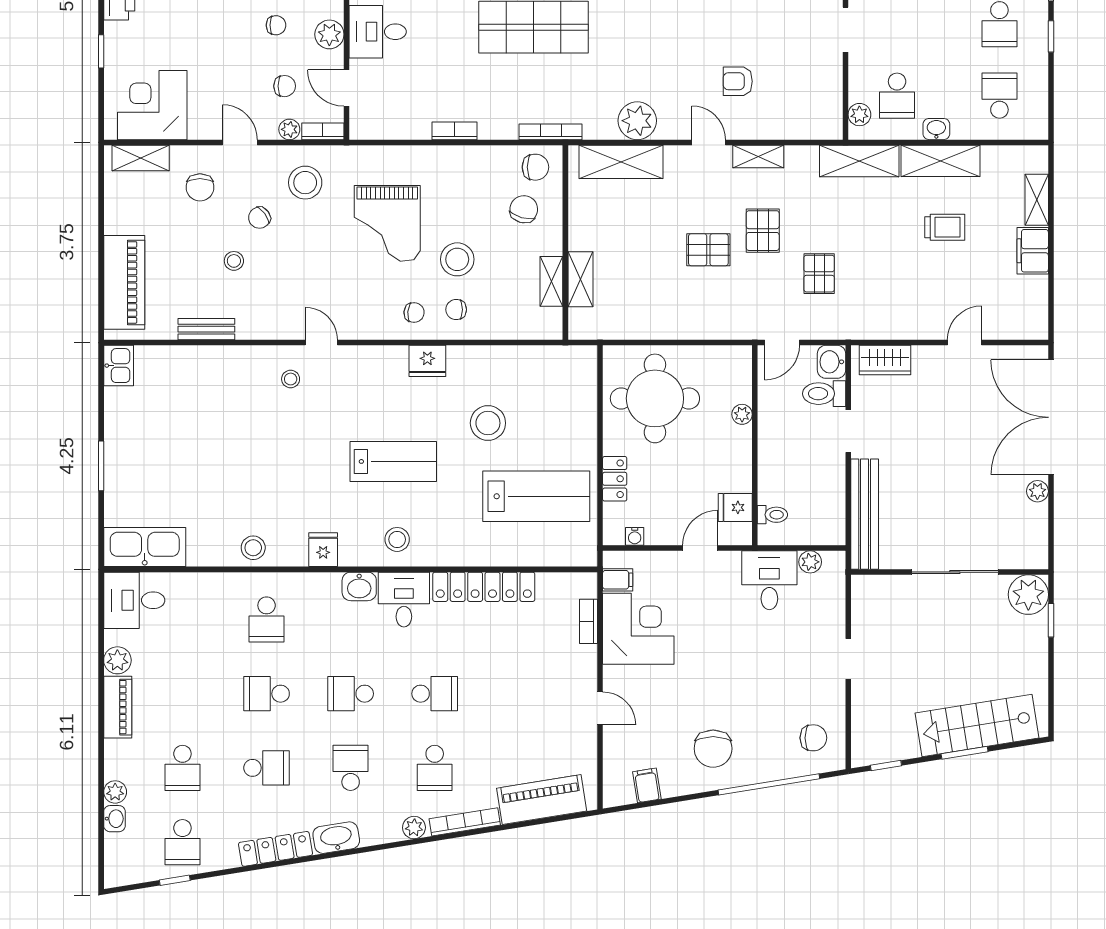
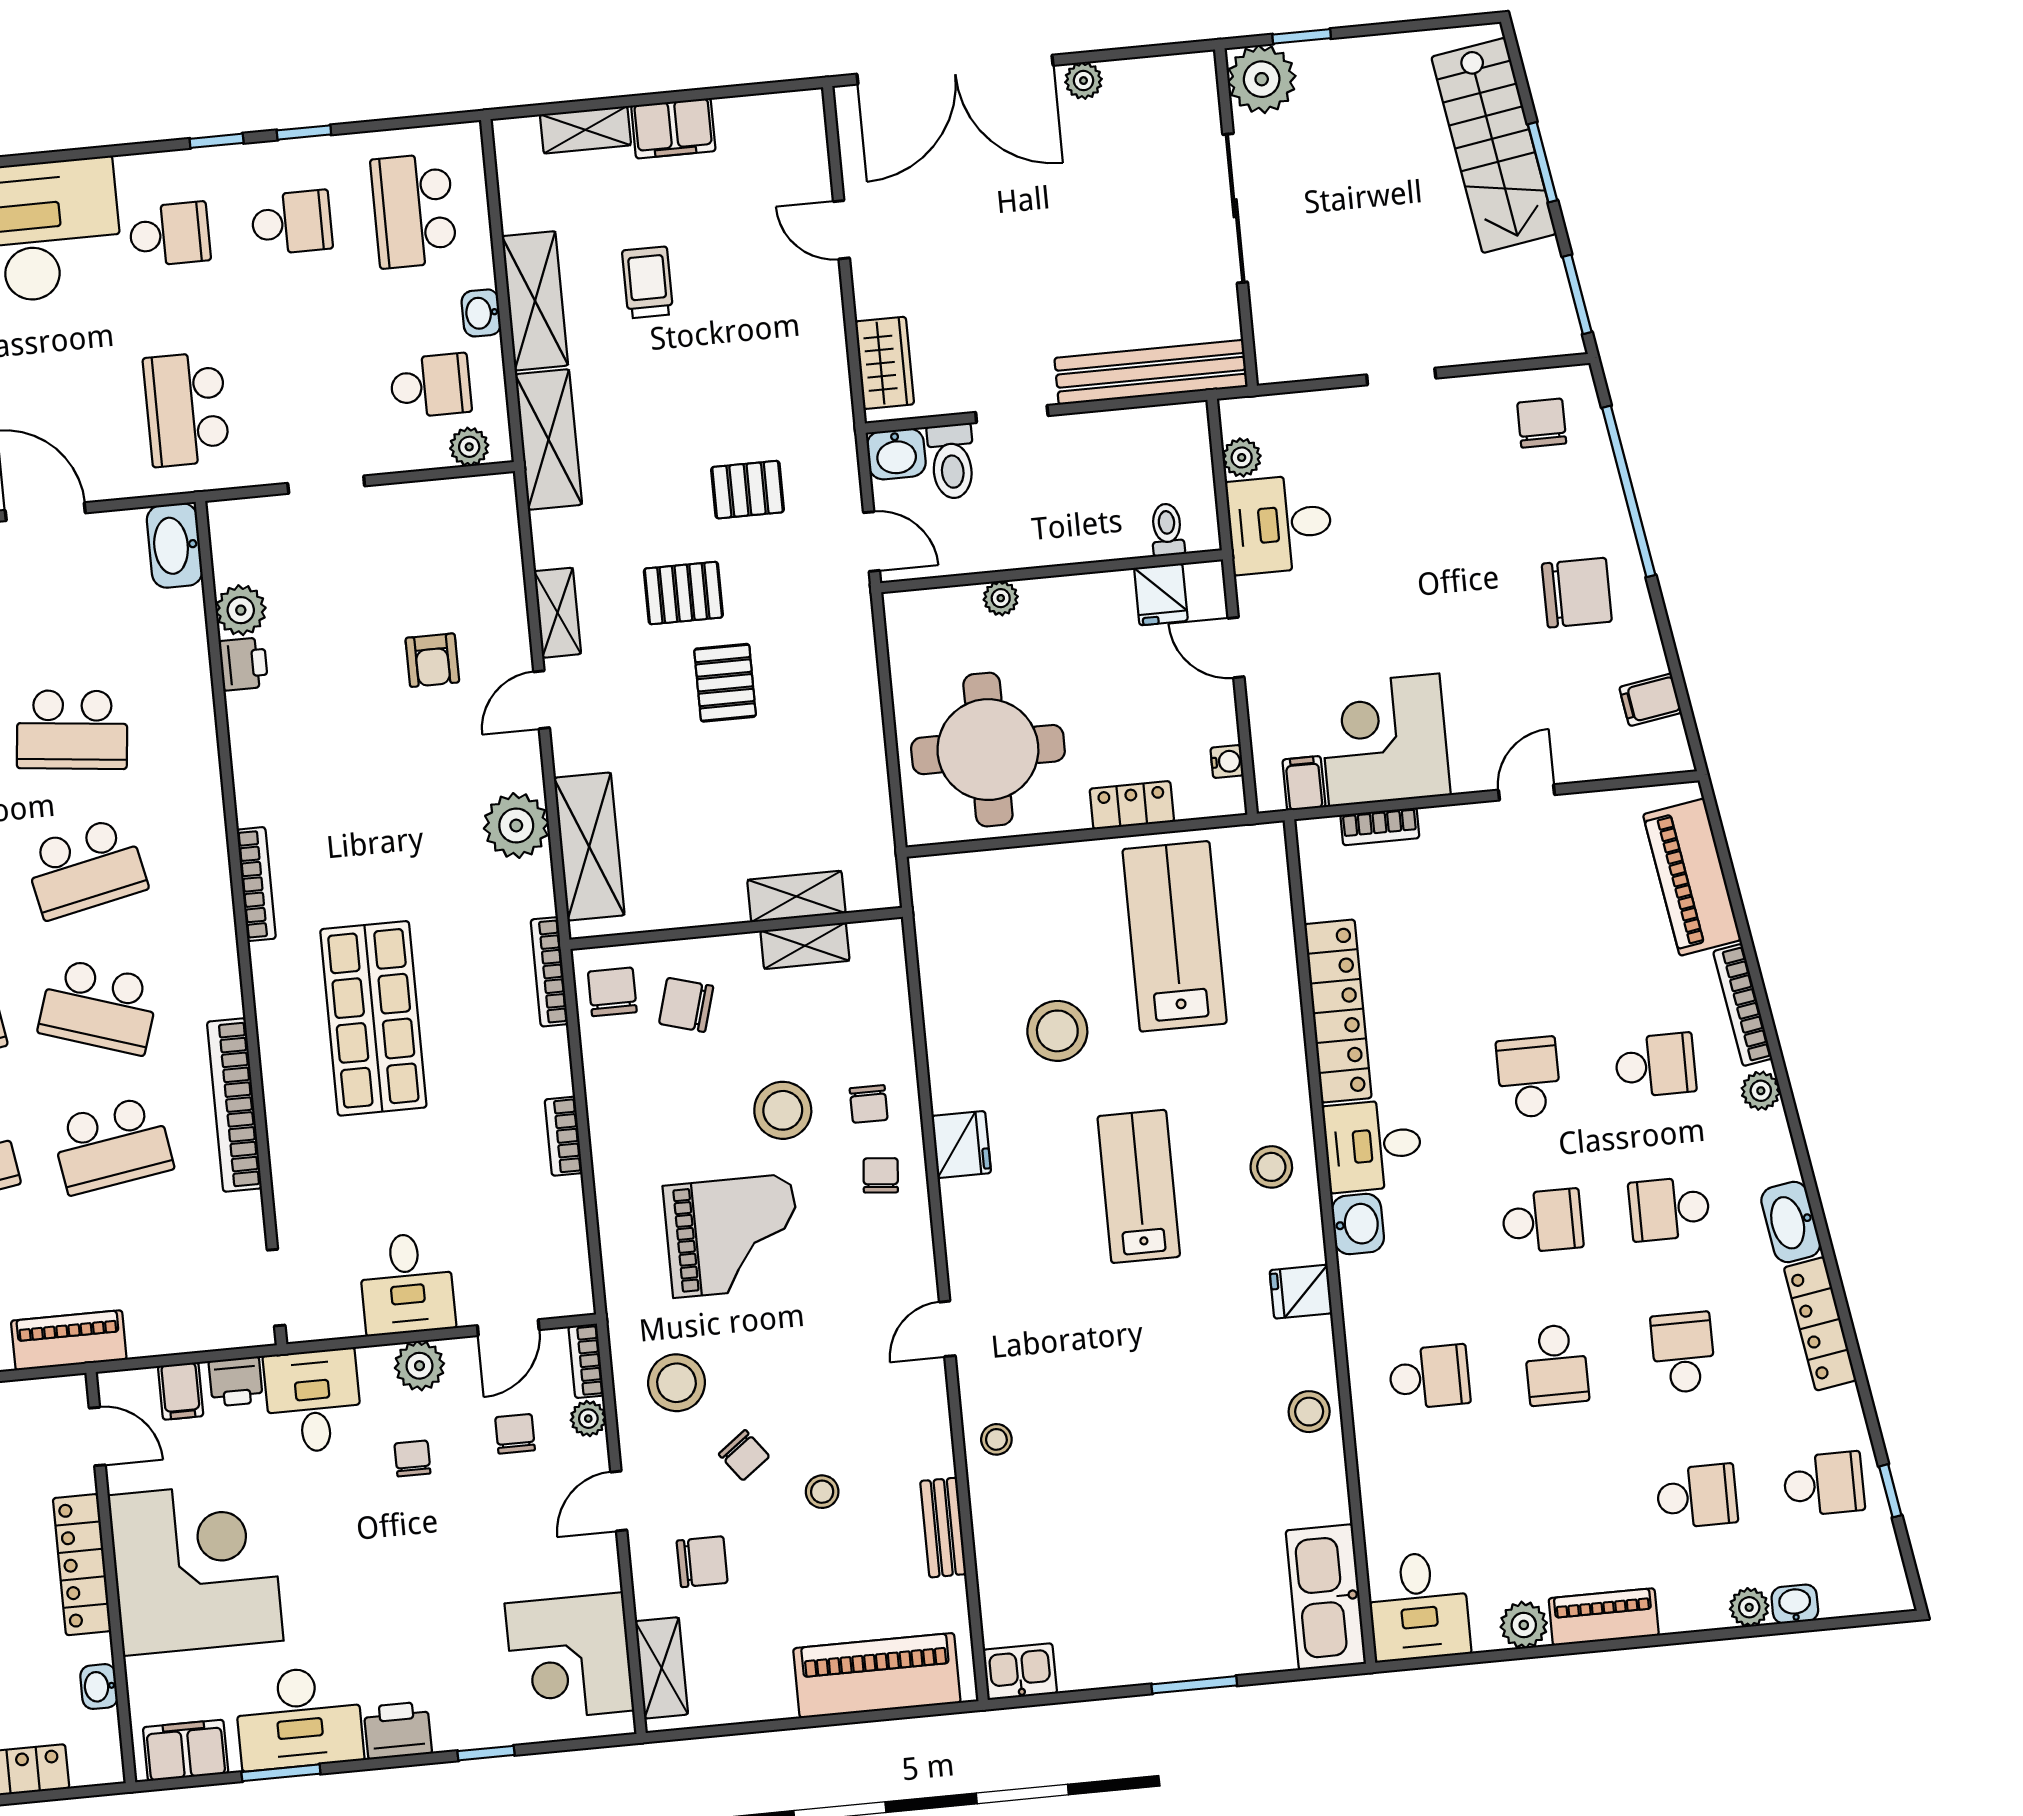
school desk: (999, 96) -> (414, 211), width x1.85
stool: (291, 379) -> (996, 1439), moved
school desk: (351, 694) -> (1542, 1221), turned -90
window: (886, 765) -> (1577, 294), width x1.50

